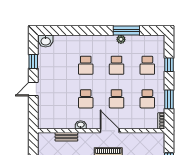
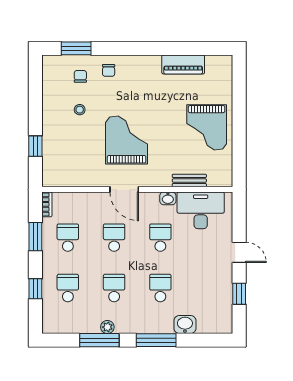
window: (89, 30) -> (156, 340), added
washbasin: (46, 41) -> (185, 325), moved
door: (33, 89) -> (239, 252), hinge flipped
desk: (59, 117) -> (201, 210), added

